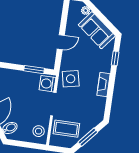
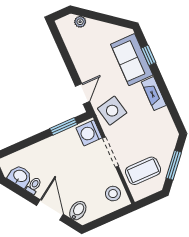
sofa: (97, 30) -> (132, 60), moved, turned 52
door: (61, 42) -> (82, 94), moved

